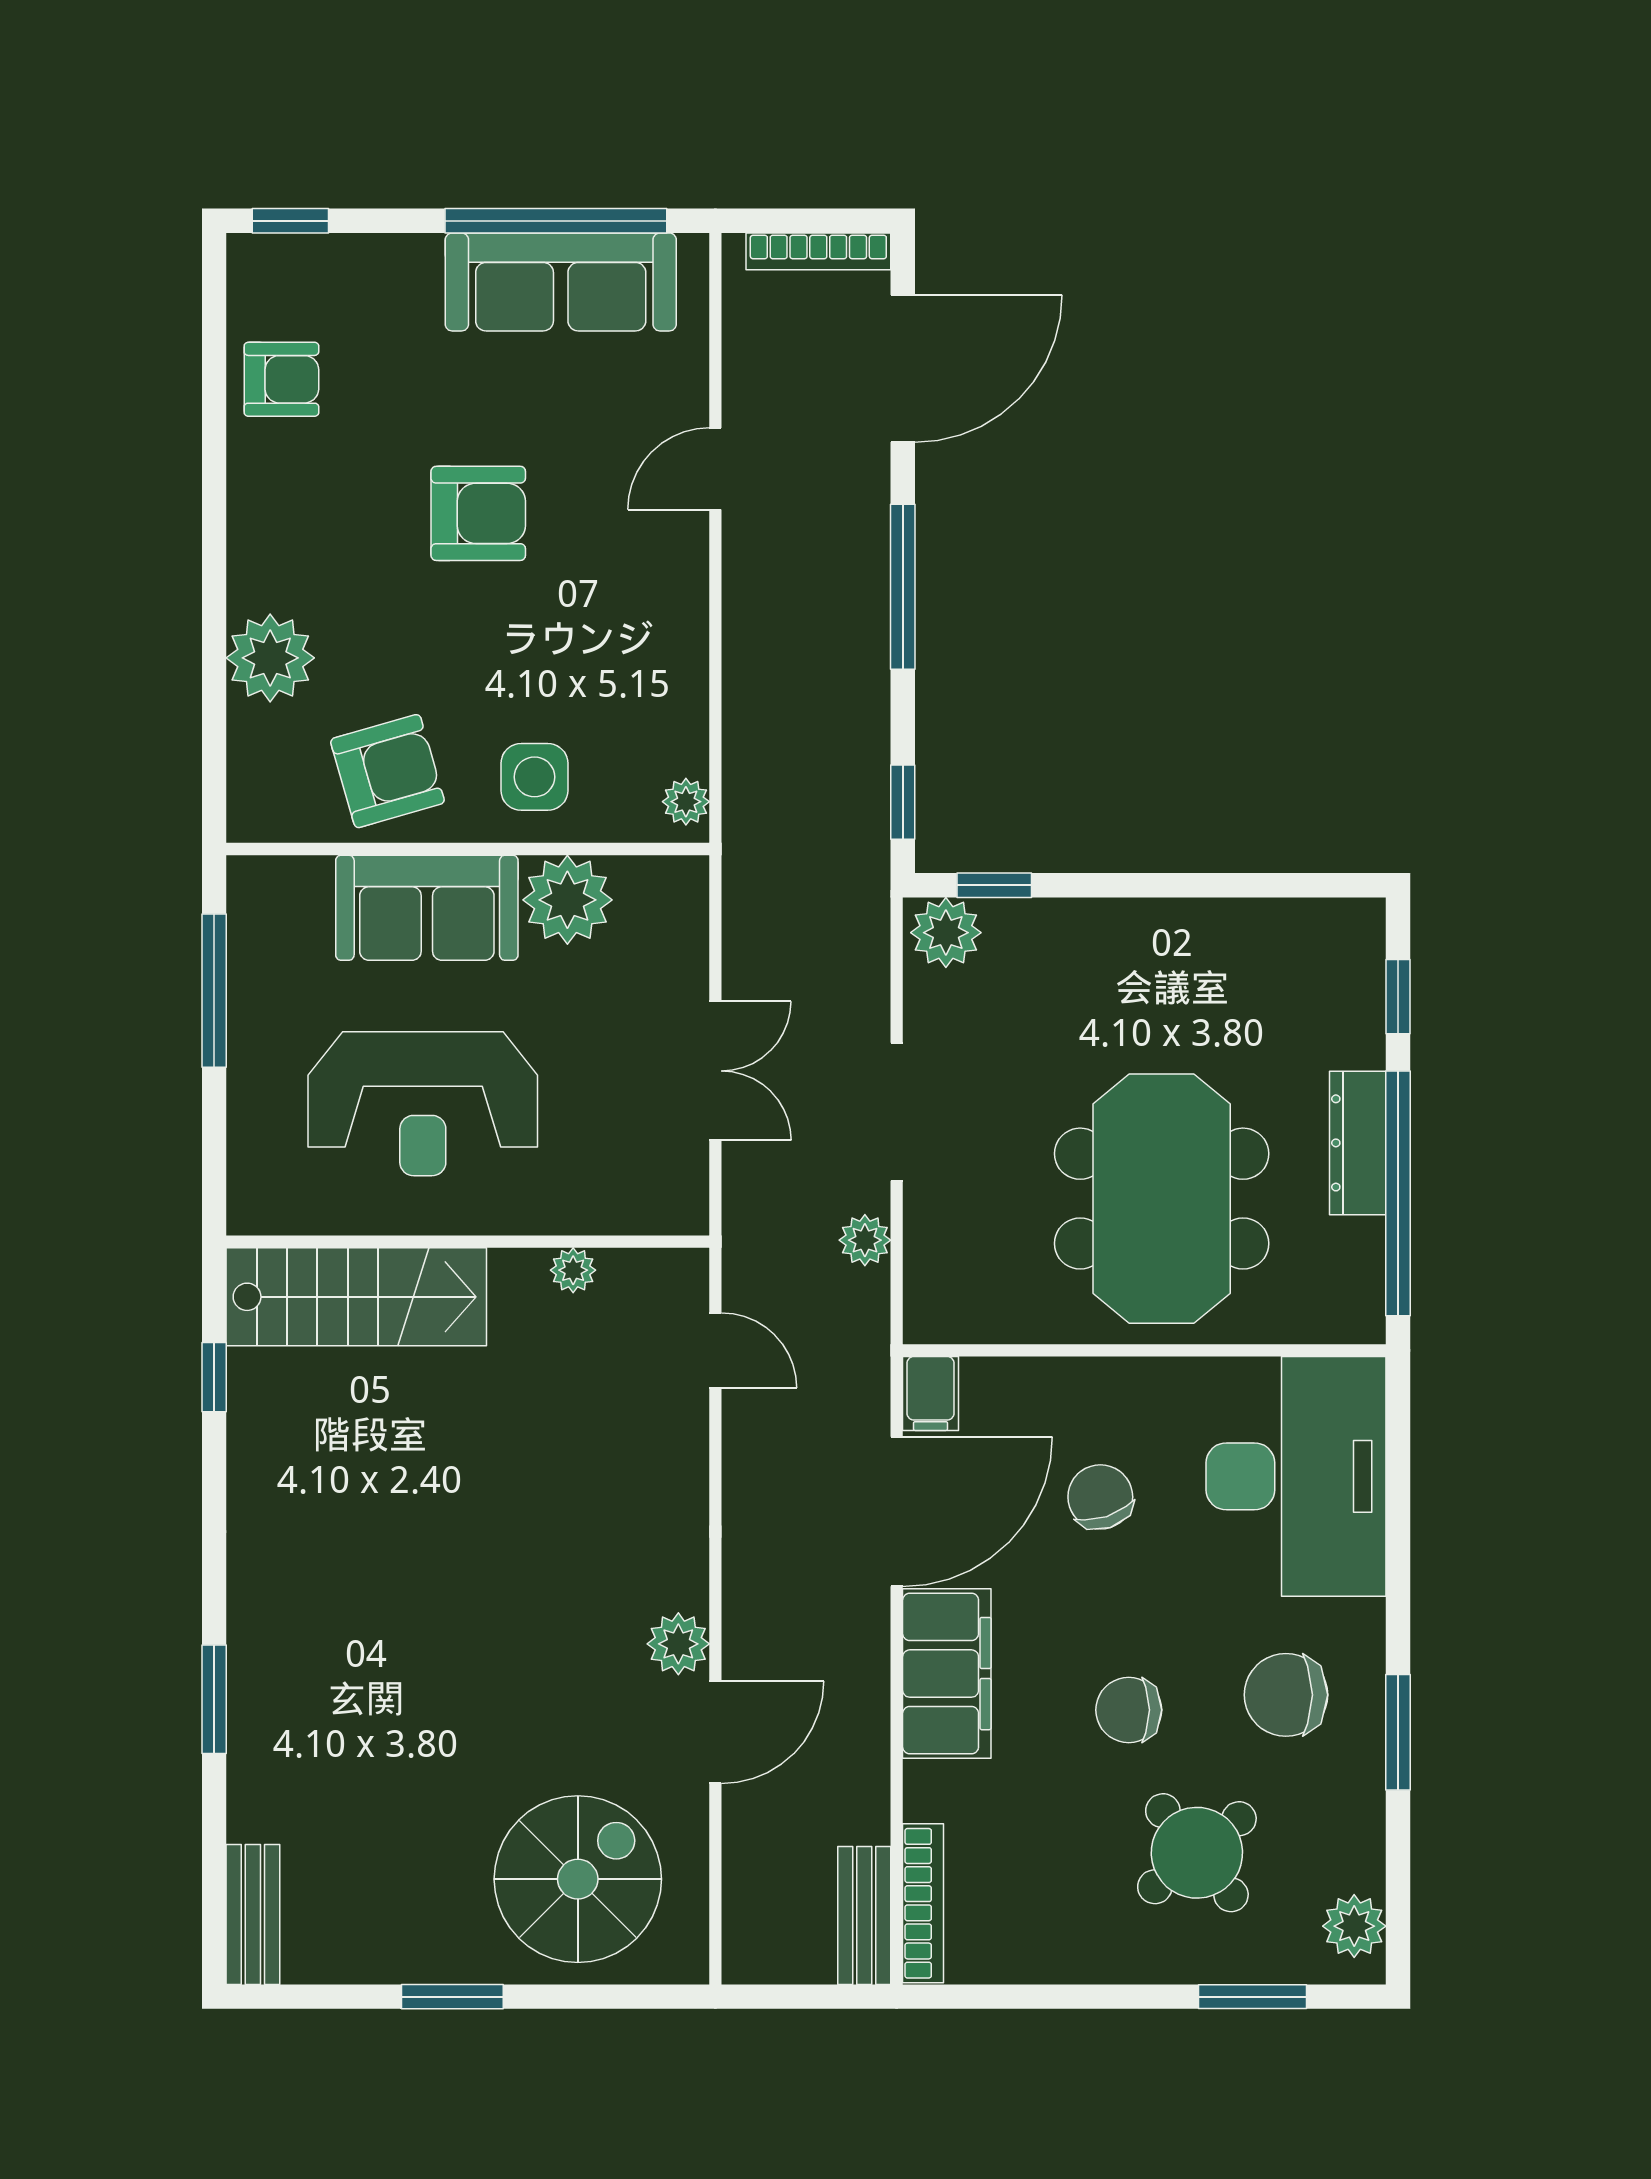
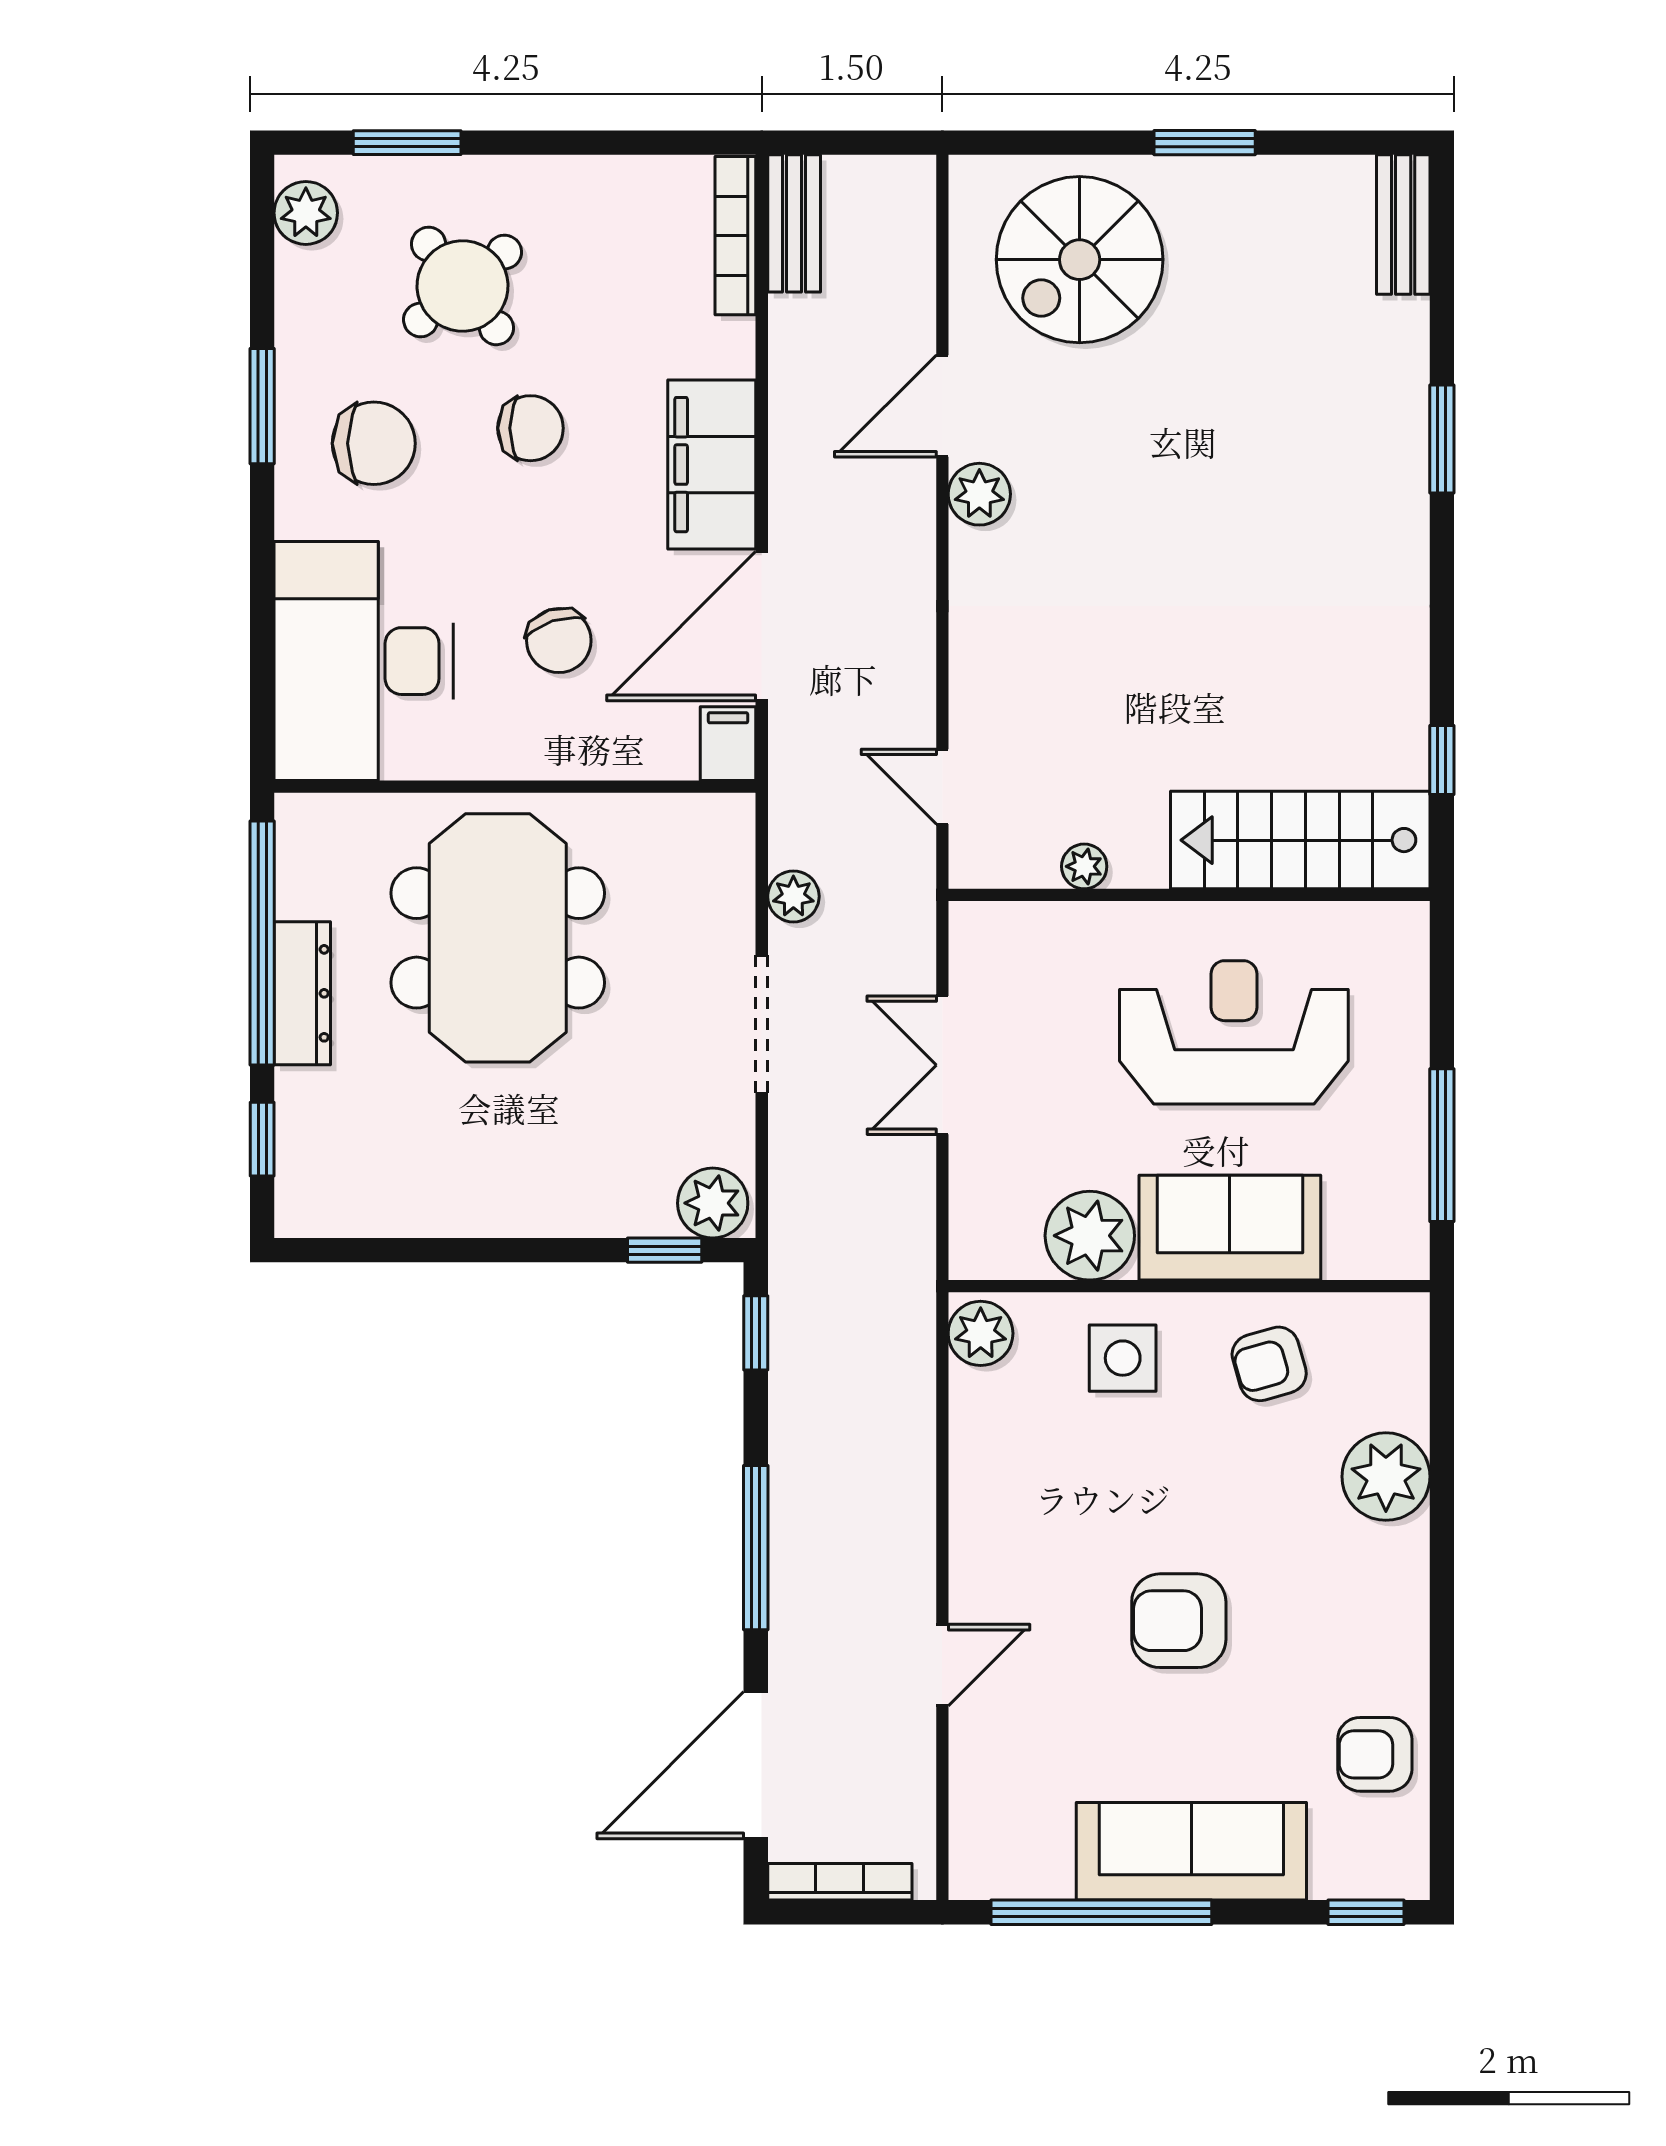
sofa: (561, 282) -> (1191, 1851), moved
armchair: (387, 771) -> (1269, 1364), width x0.72, depth x0.72
plant: (686, 802) -> (981, 1333), width x1.38, depth x1.38

